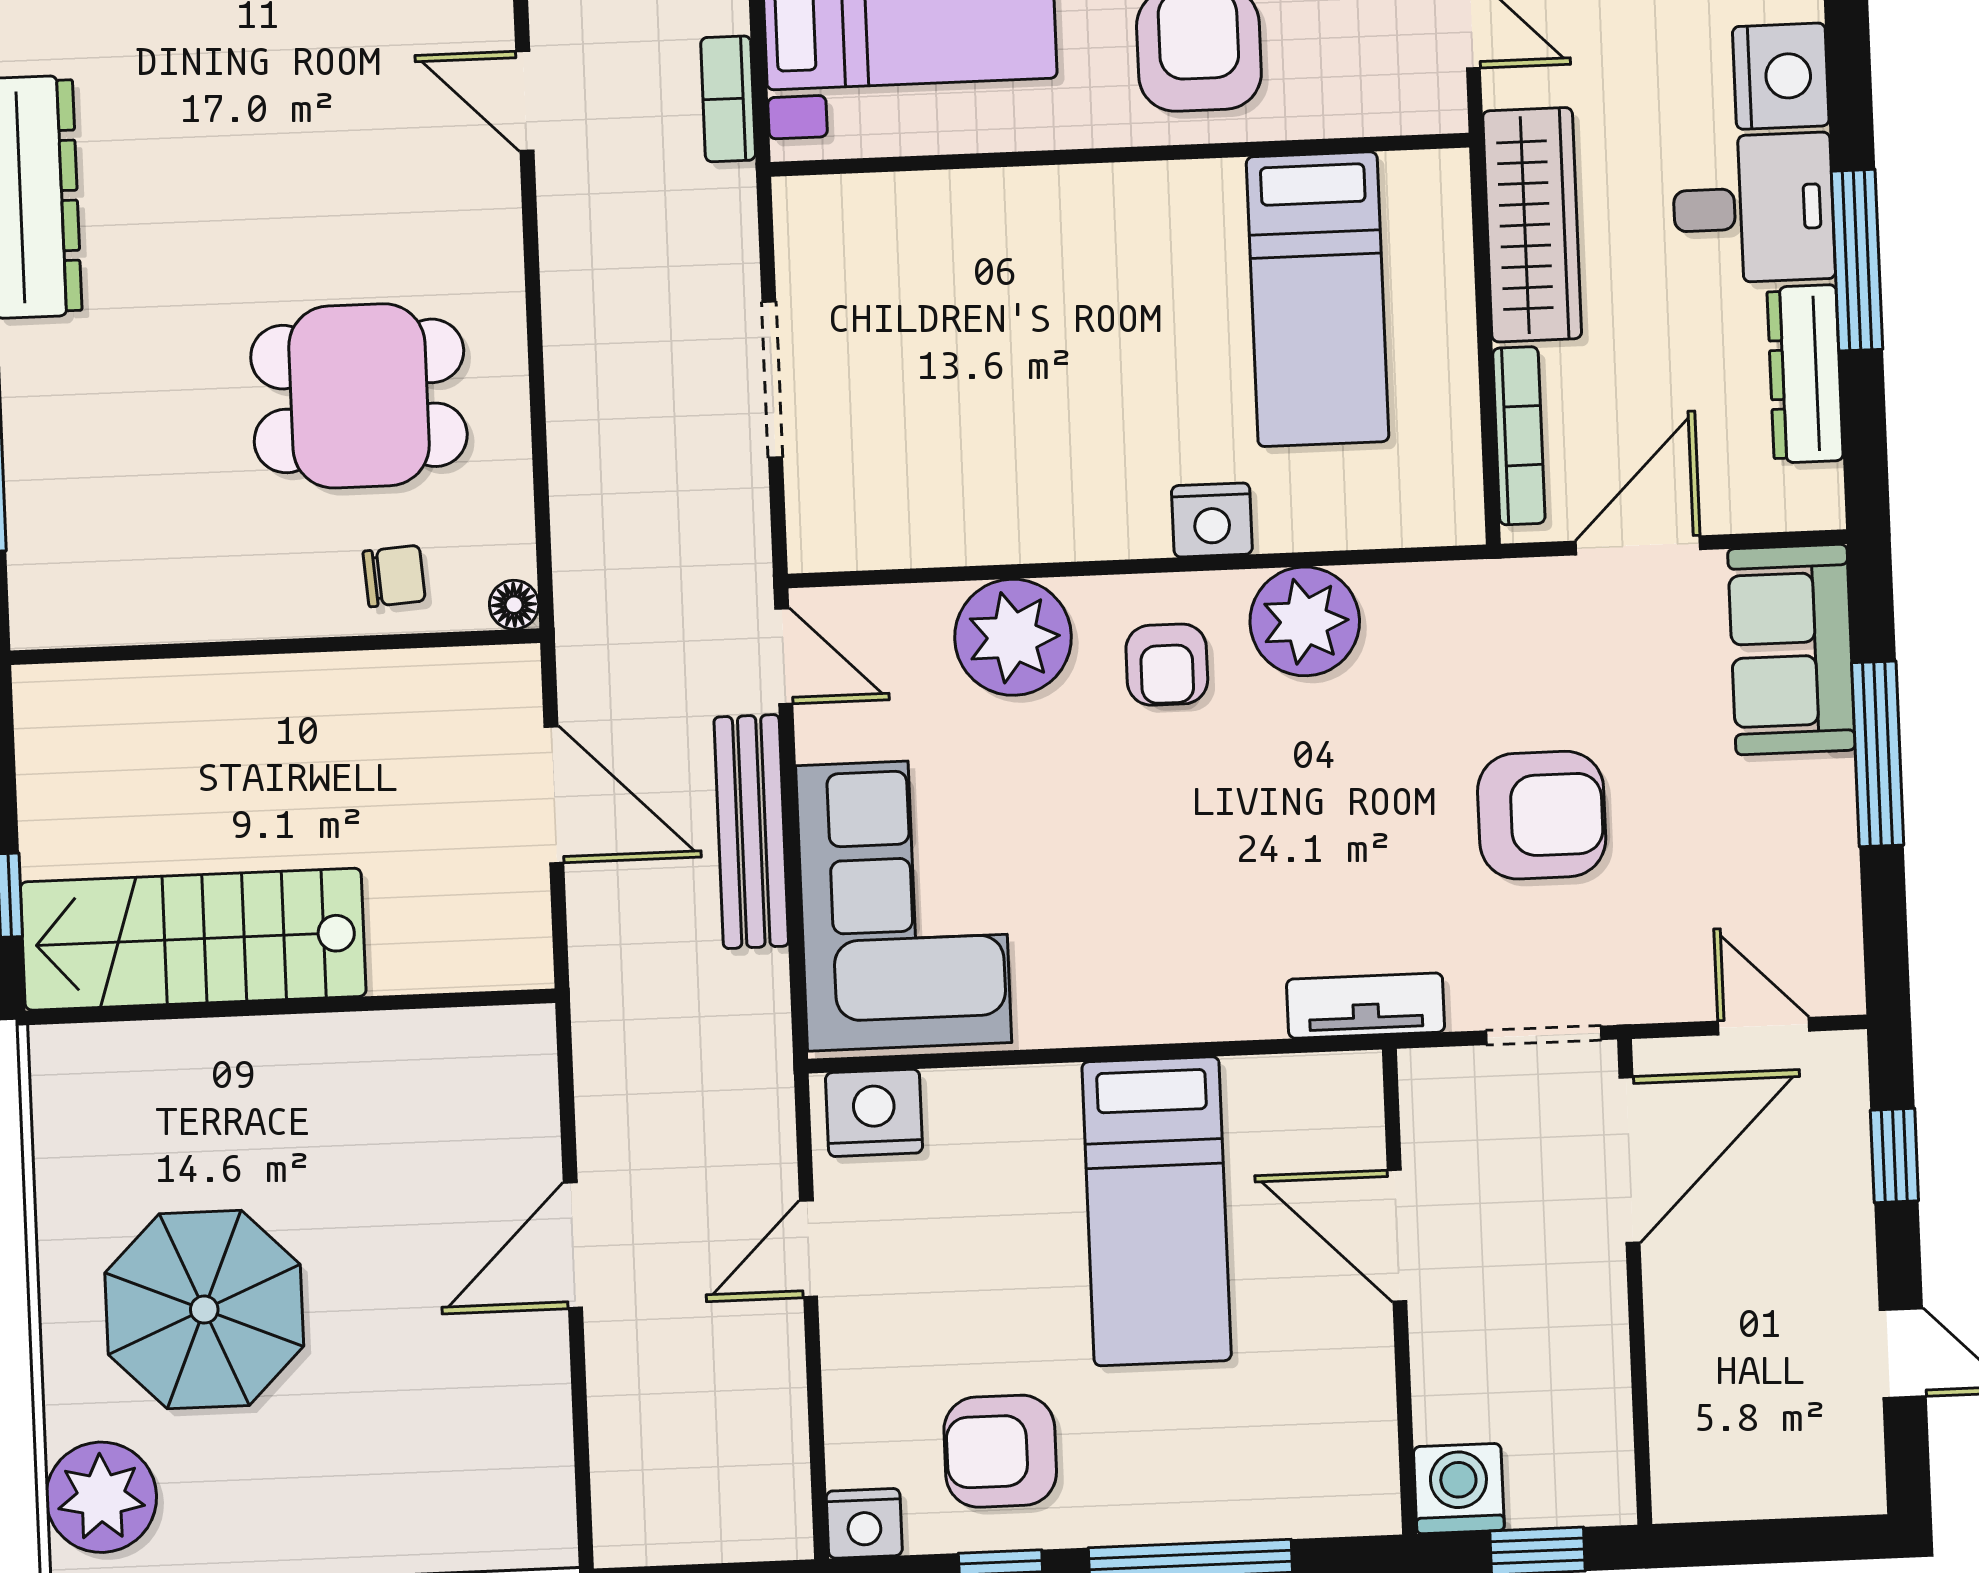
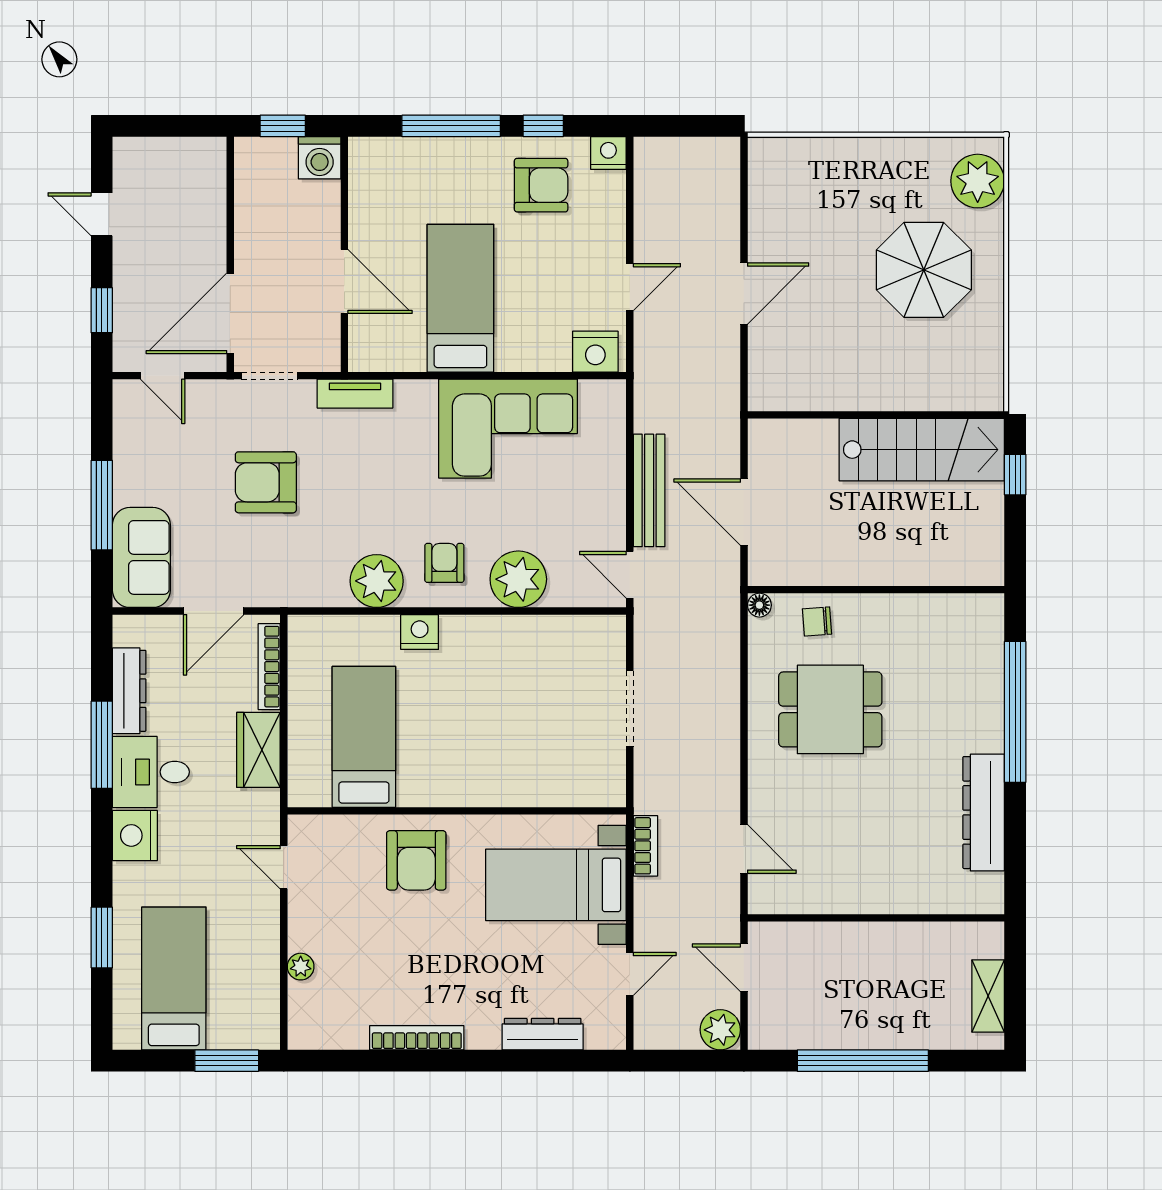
wardrobe: (1532, 225) -> (258, 750), width x0.67
corner sofa: (904, 904) -> (508, 429), moved, turned -90

